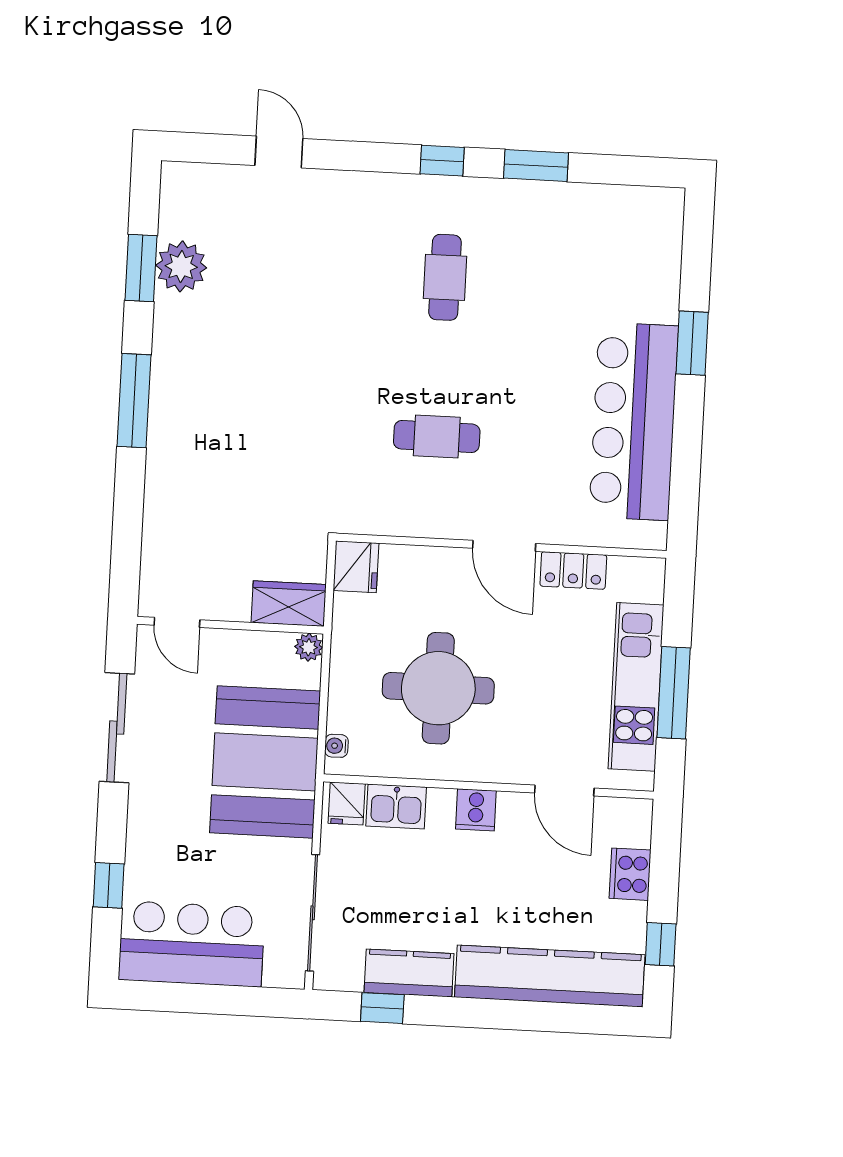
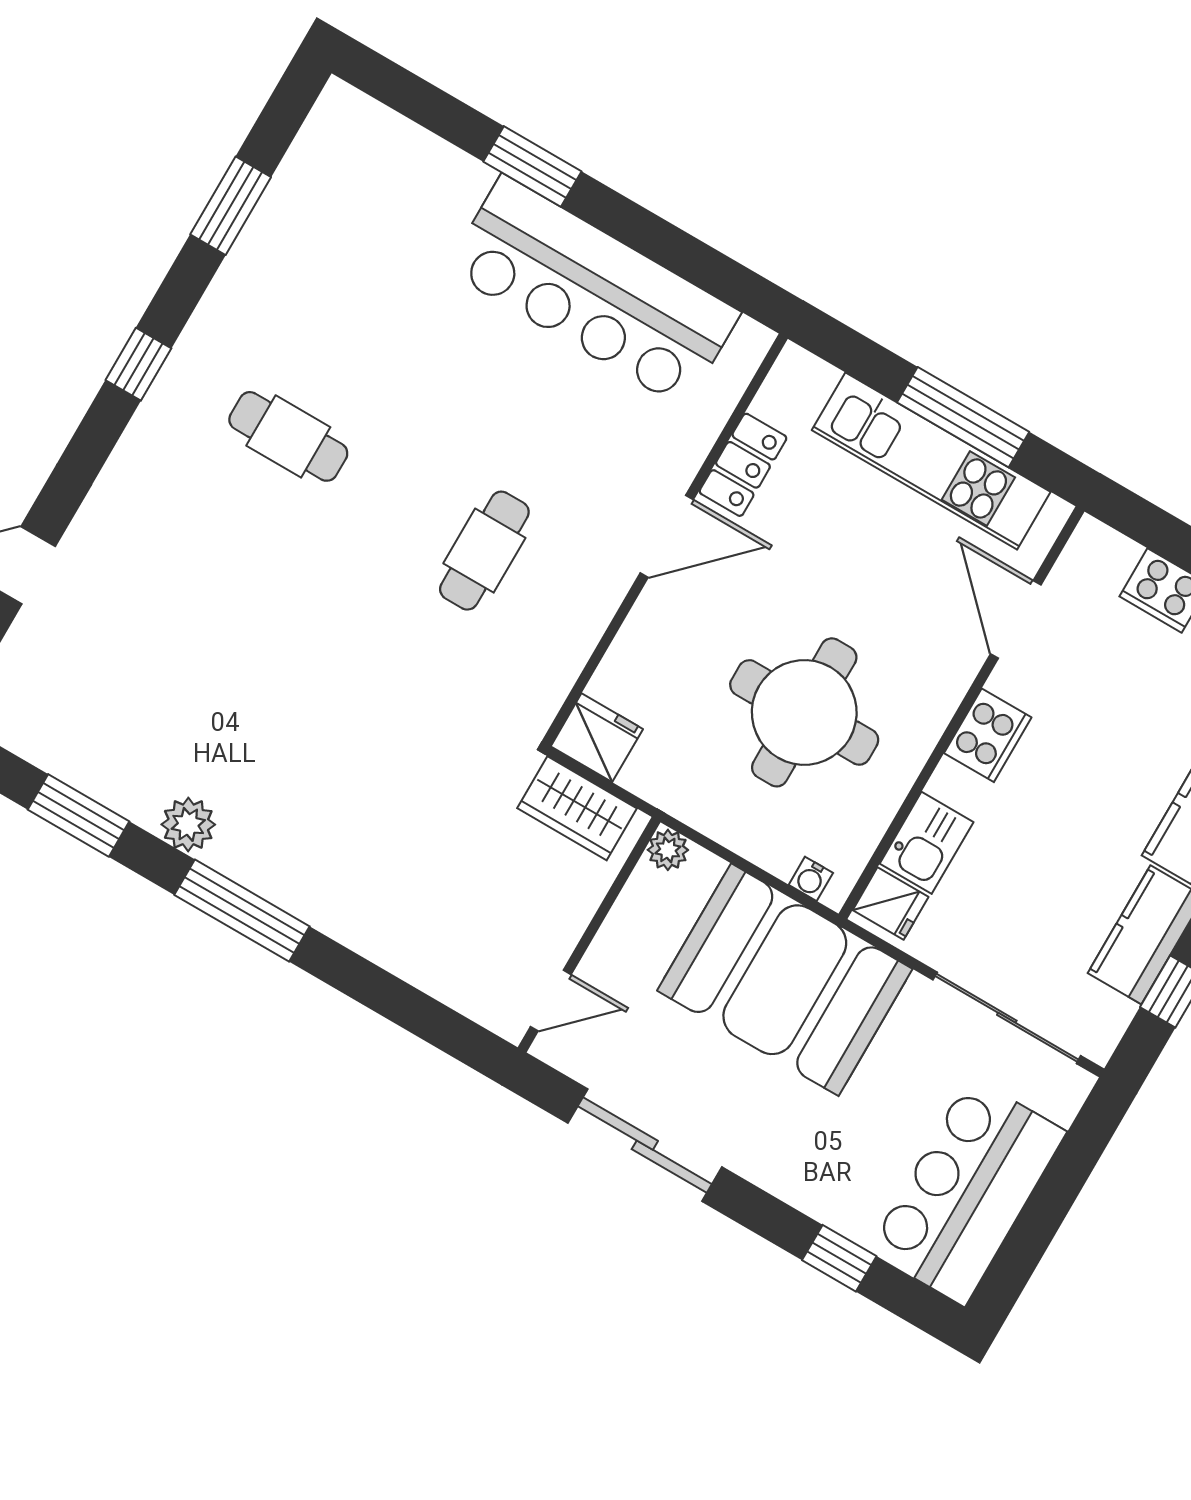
window: (536, 165) -> (231, 206), moved
plant: (181, 266) -> (188, 824), moved, width x0.73, depth x0.73
wardrobe: (289, 604) -> (577, 808), moved, turned -90
door: (564, 791) -> (1016, 619), swing flipped
cooker: (476, 810) -> (988, 735), width x1.36

